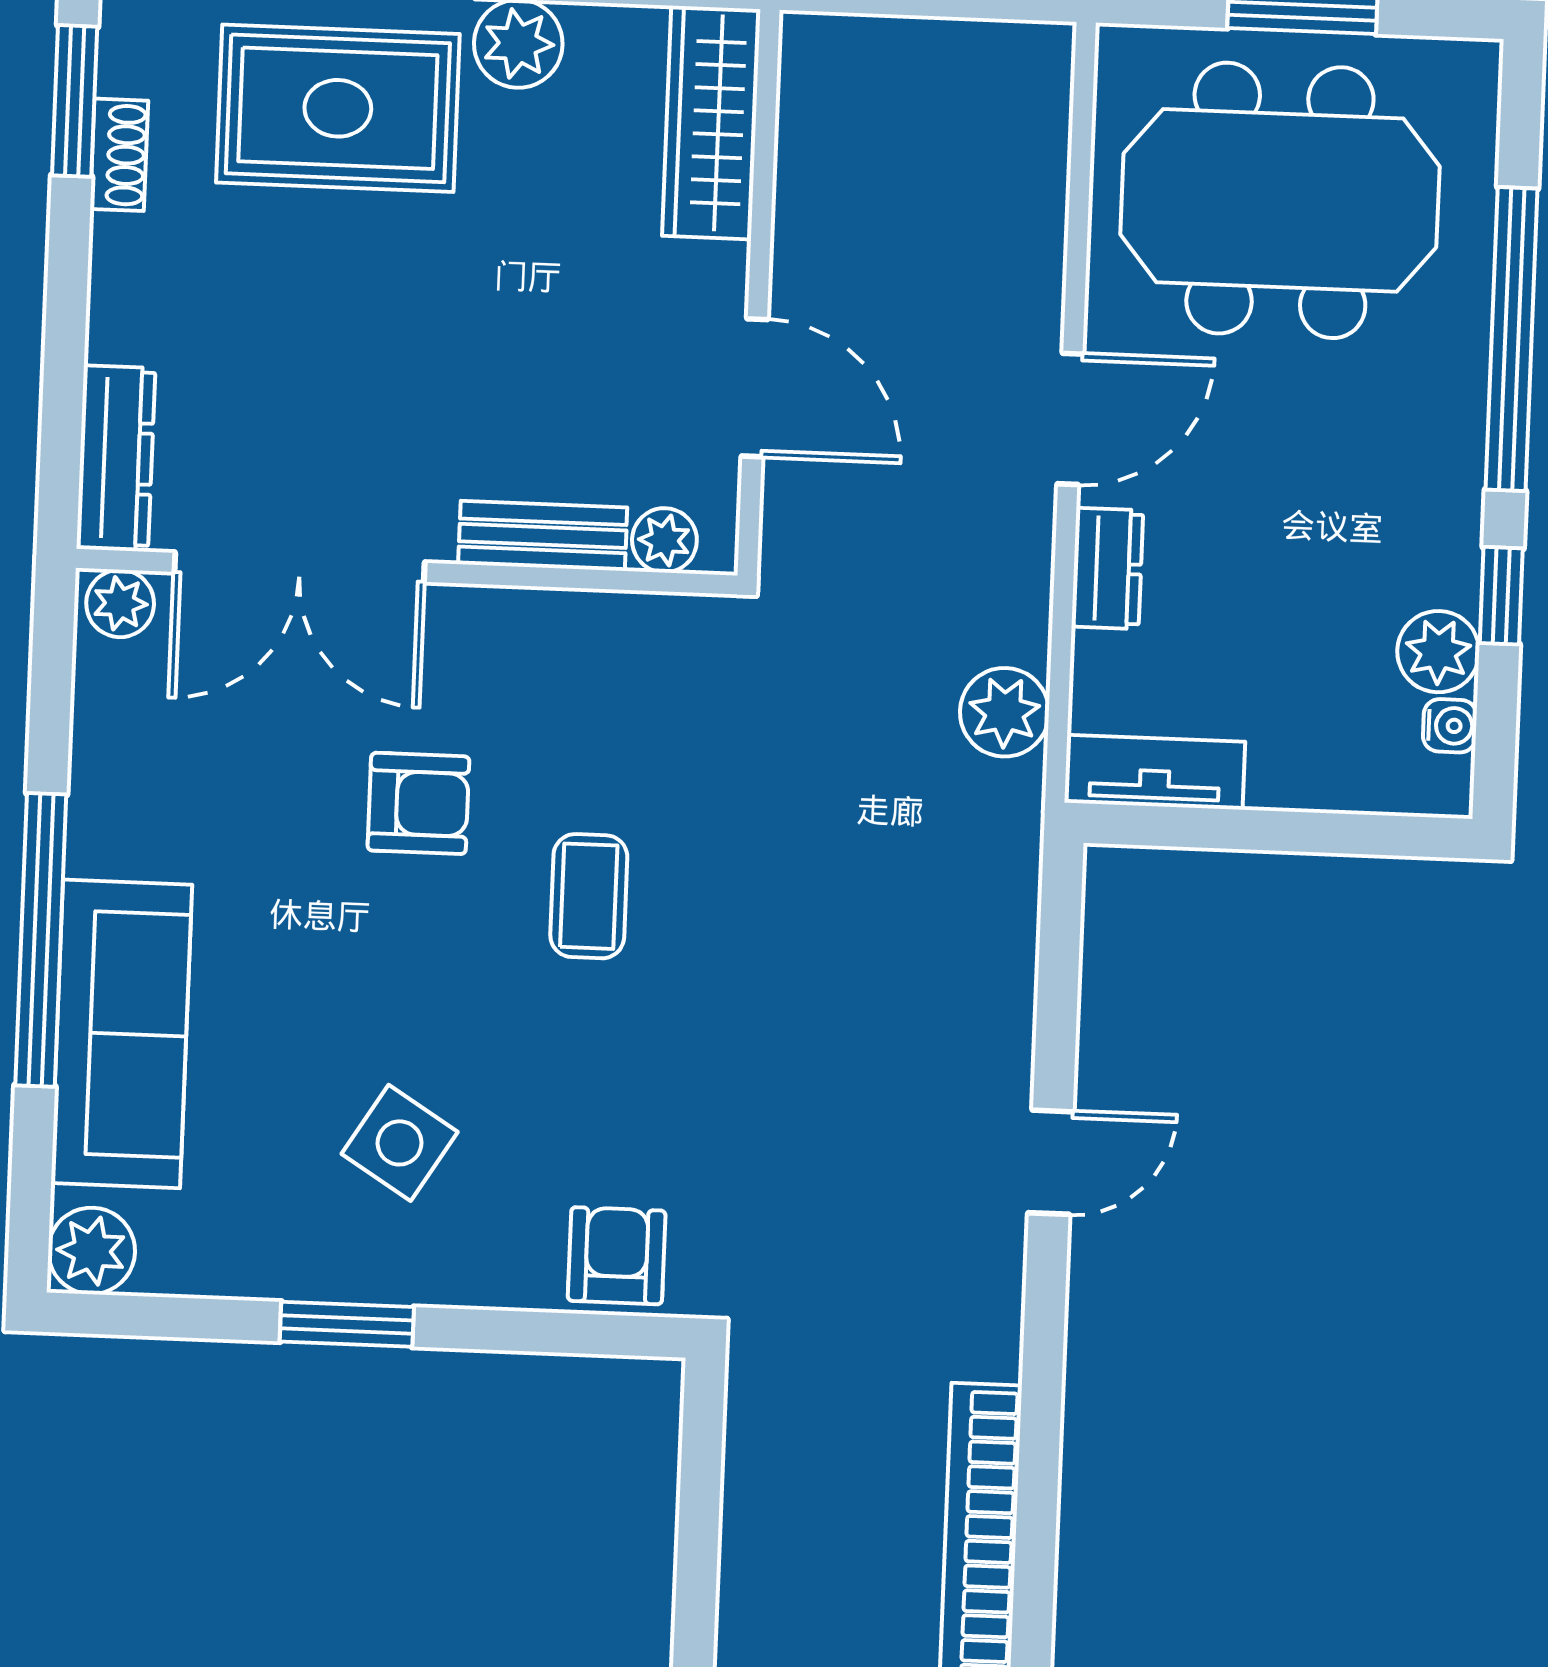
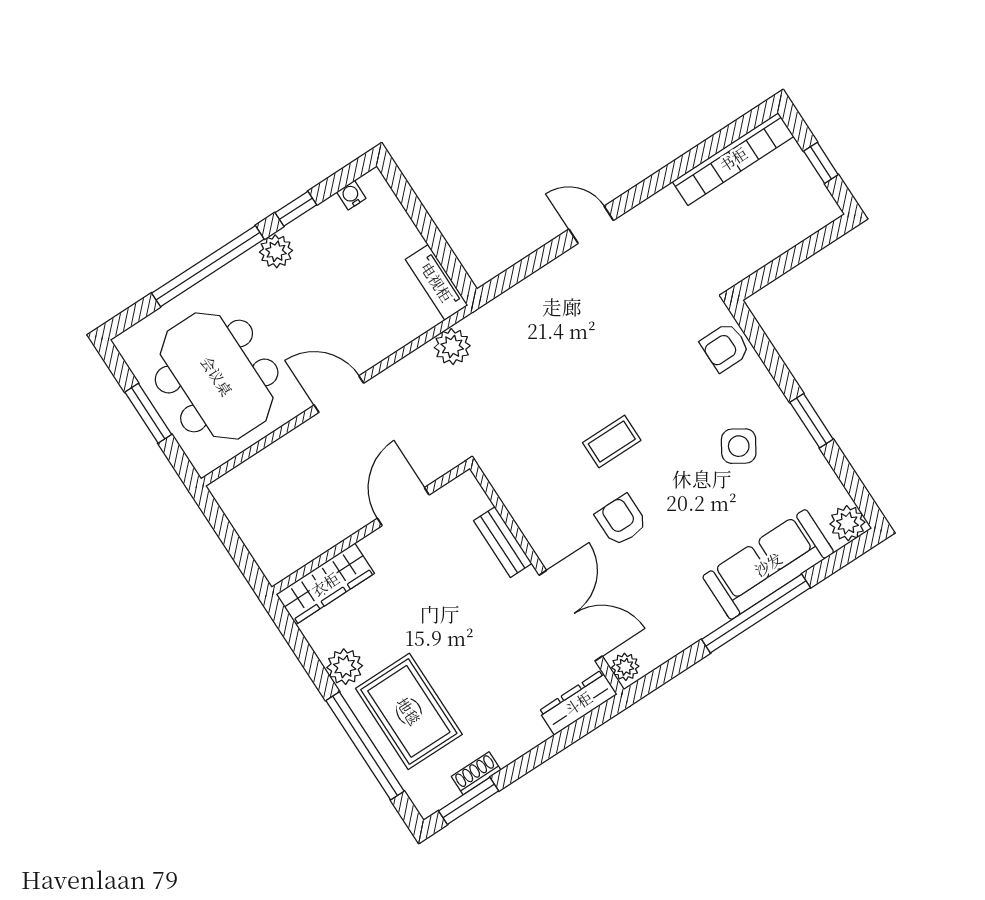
plant: (664, 540) -> (475, 500), removed
dresser: (1107, 568) -> (380, 346), removed
plant: (1438, 652) -> (276, 251), moved

